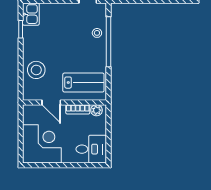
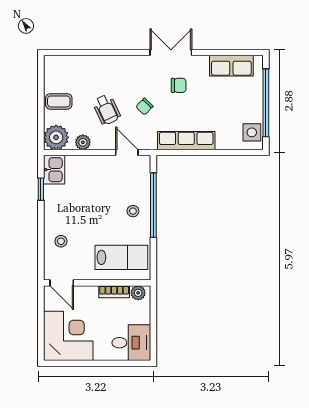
stool: (97, 33) -> (133, 211), moved
stool: (36, 70) -> (61, 241), width x0.53, depth x0.53
door: (51, 102) -> (62, 283), moved

